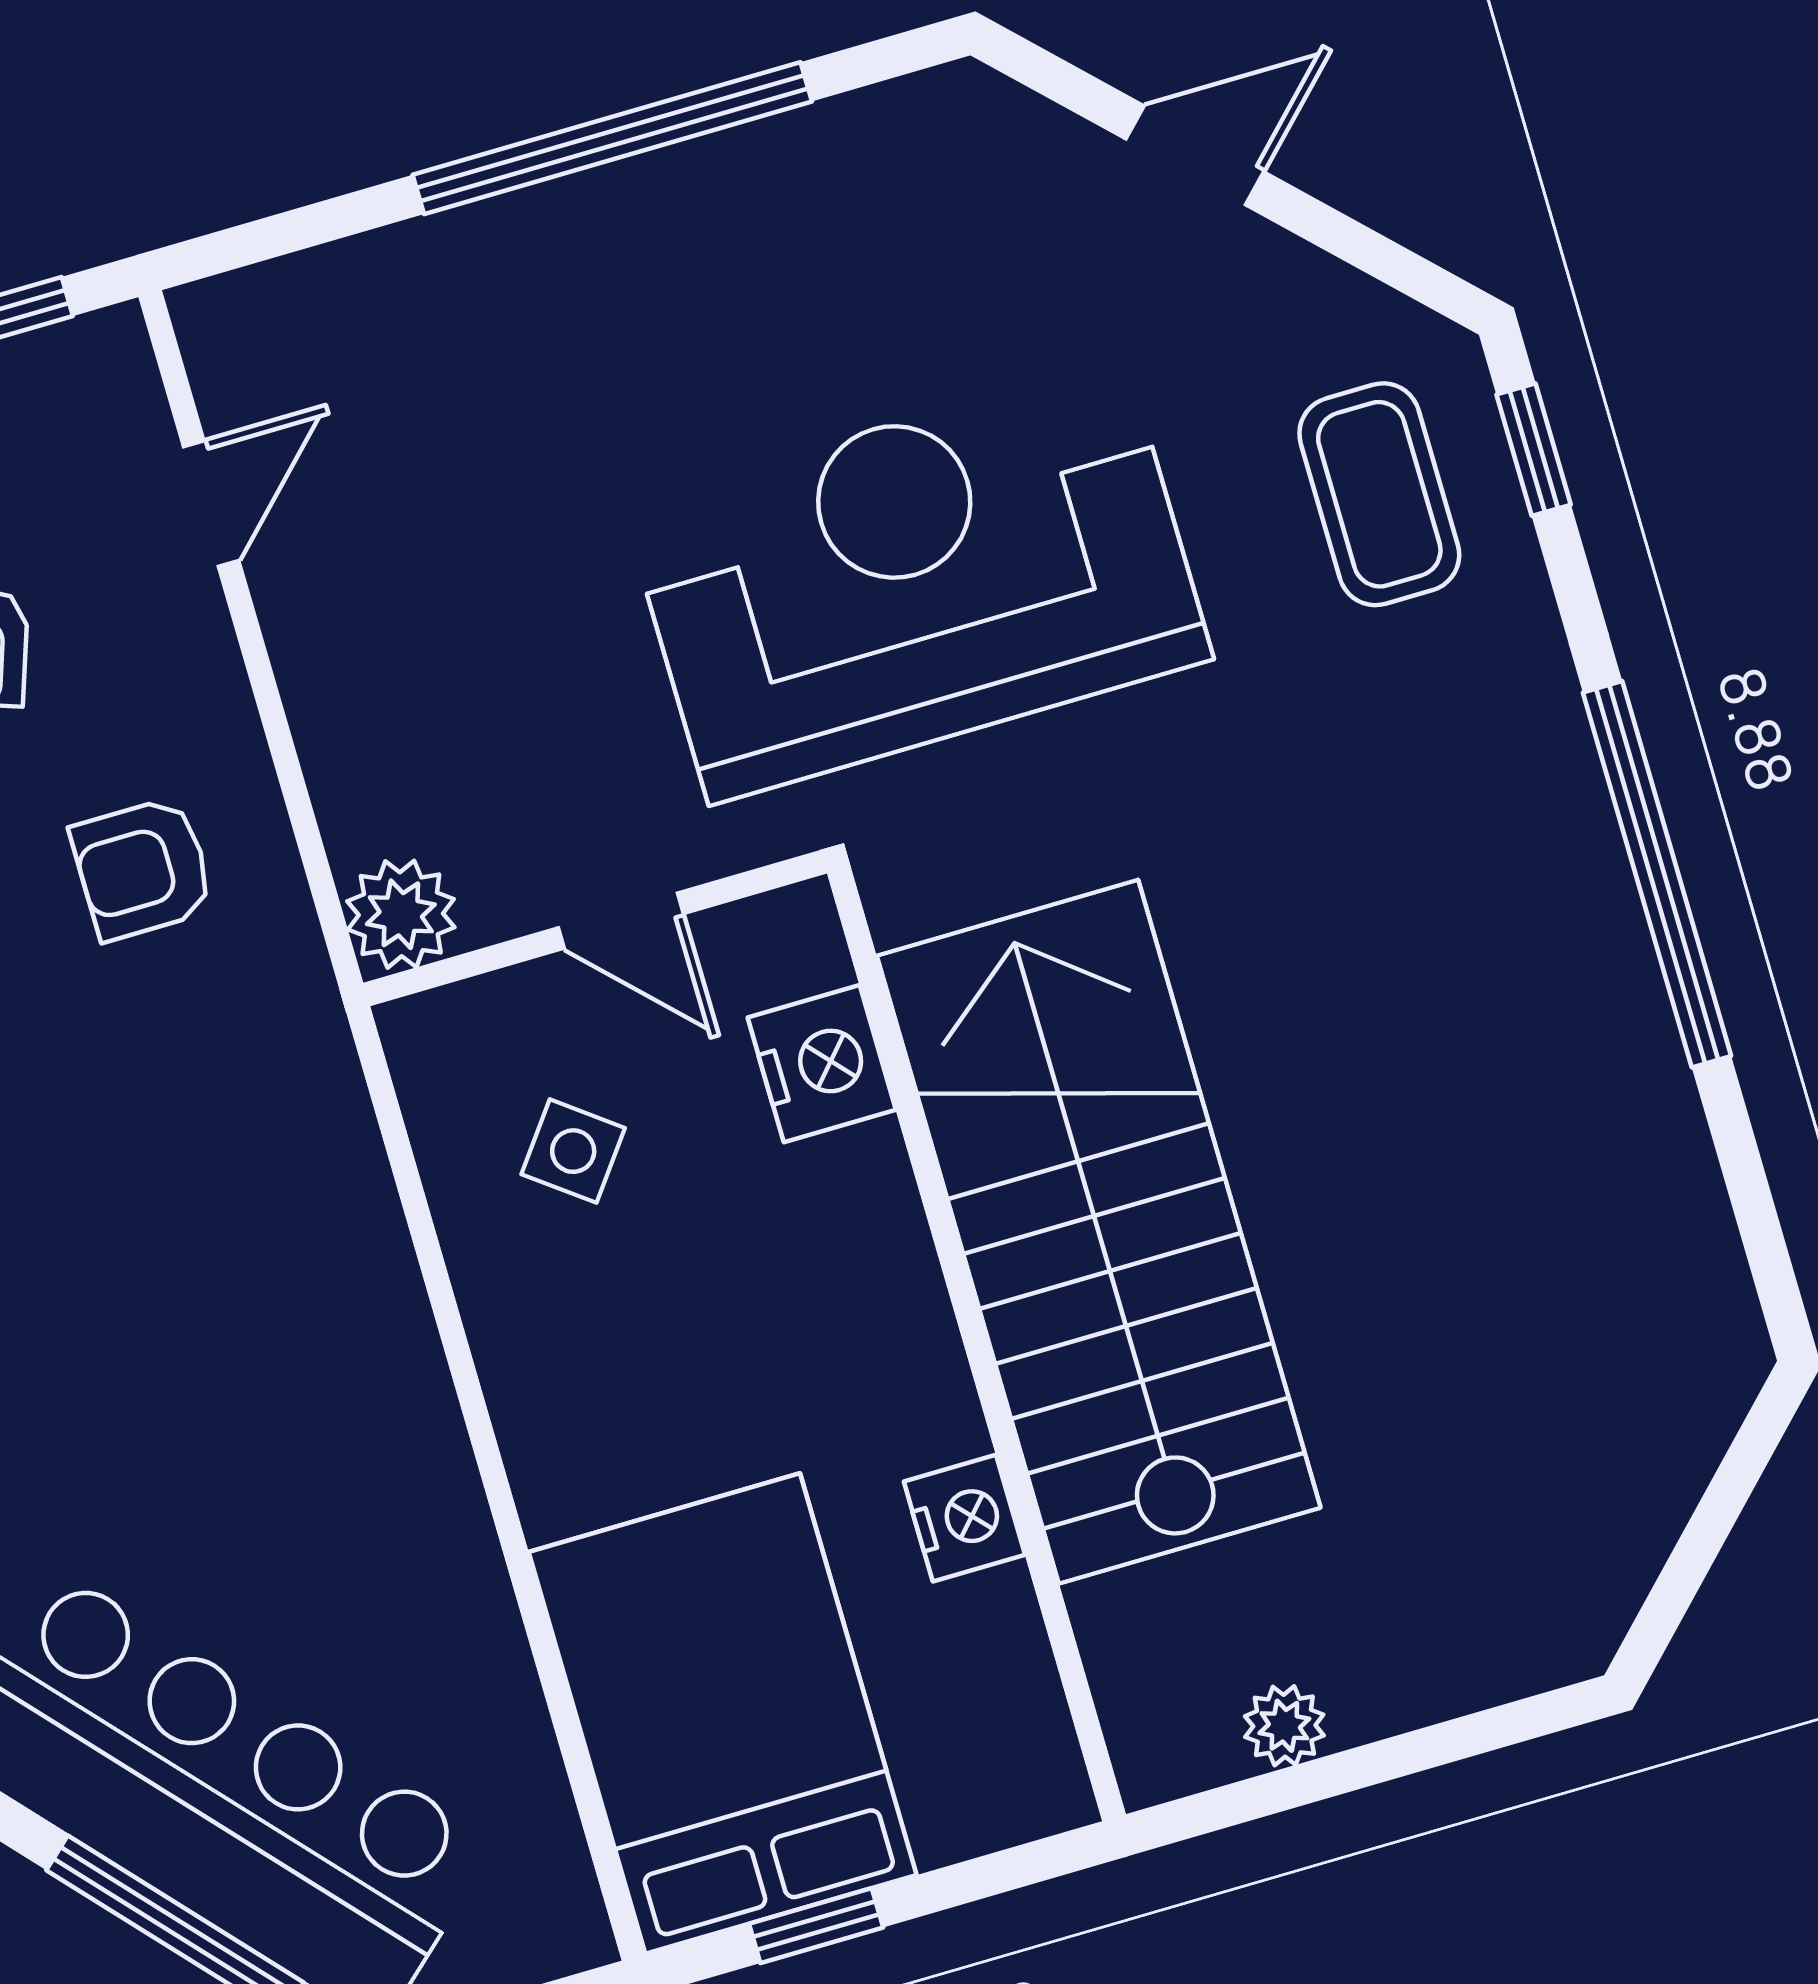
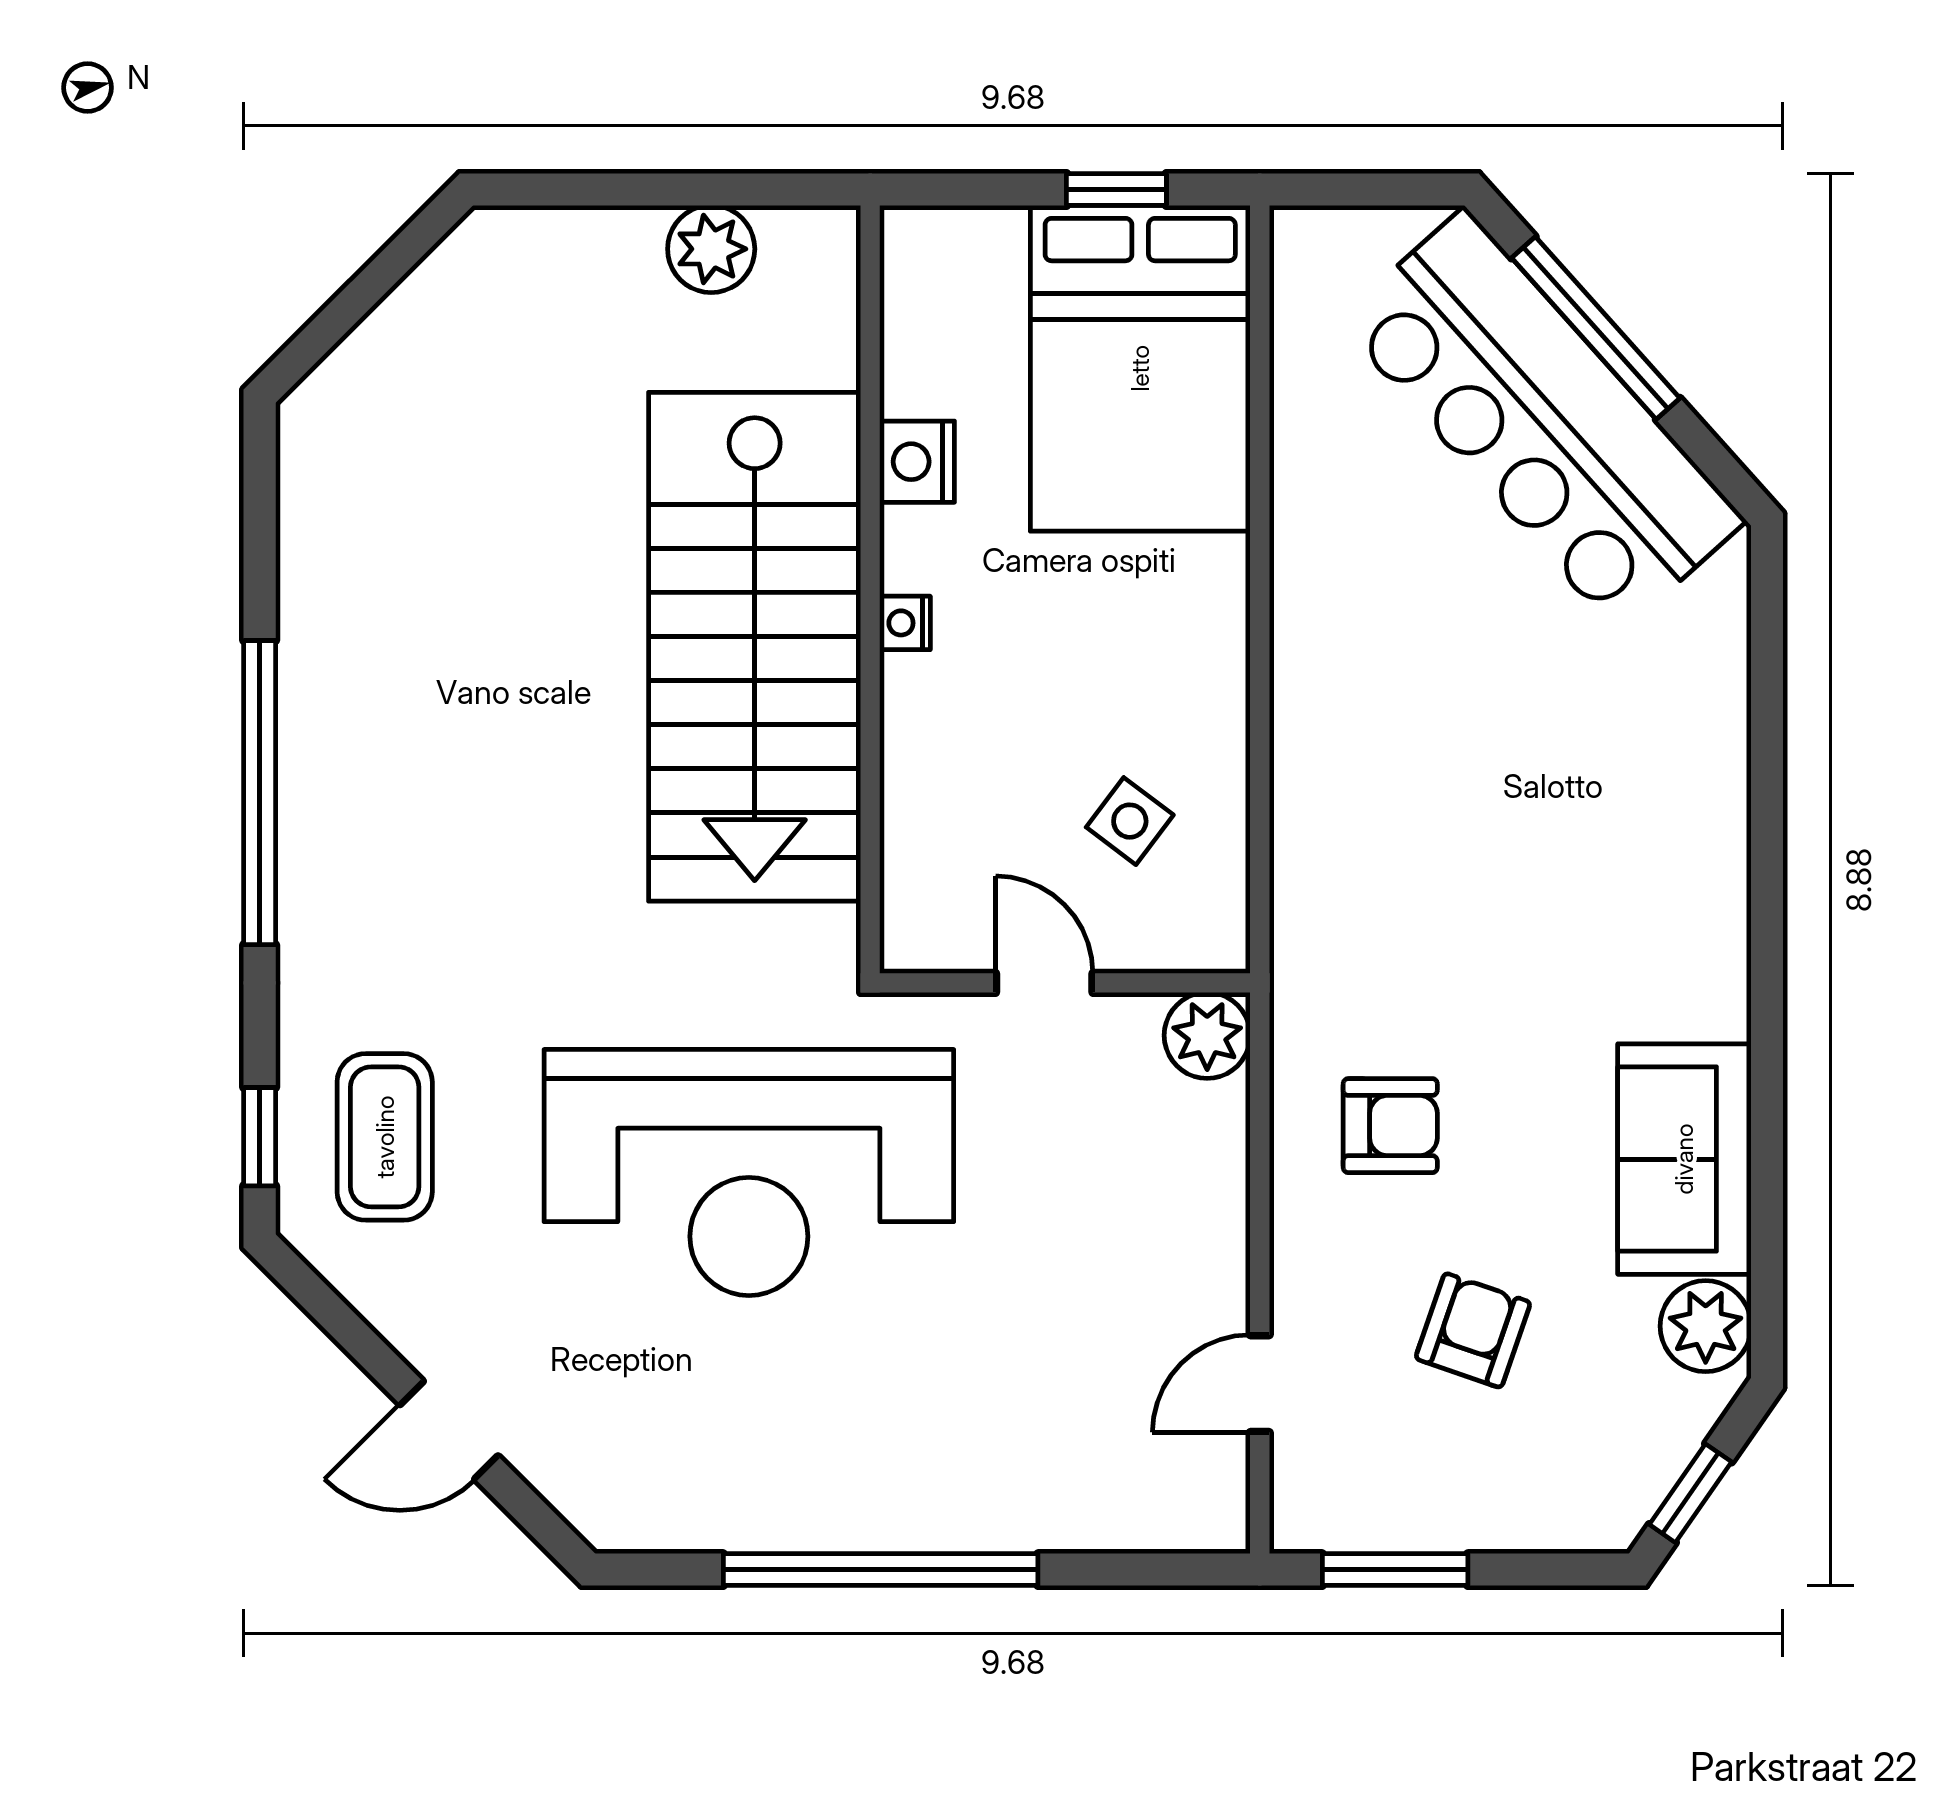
nightstand: (822, 1064) -> (905, 623), moved, width x0.53, depth x0.56
plant: (1284, 1726) -> (711, 249), width x1.38, depth x1.38

